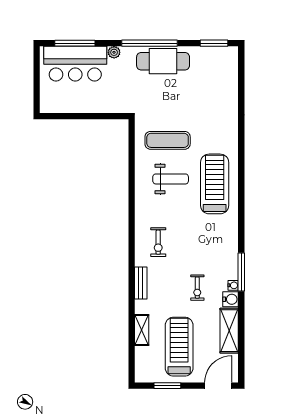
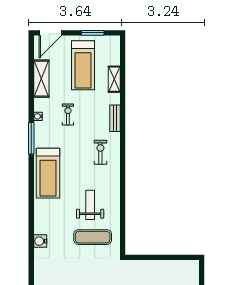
weight bench: (171, 179) -> (90, 205), turned 90
treadmill: (215, 184) -> (48, 173), moved
window: (241, 272) -> (31, 138), moved
water cooler: (231, 299) -> (40, 241), moved

